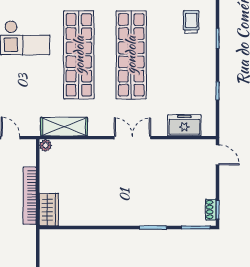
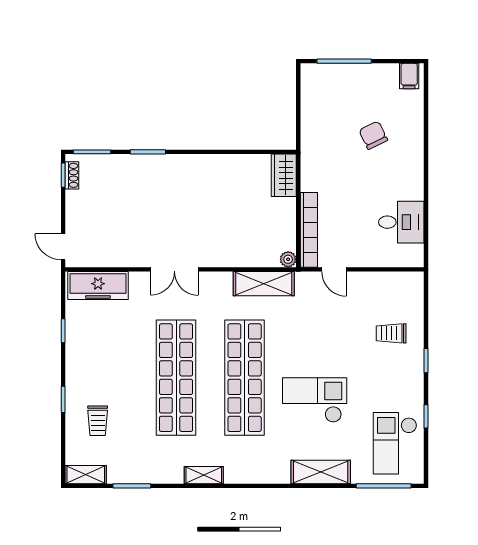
freezer: (184, 125) -> (98, 286), width x1.40
bookcase: (30, 196) -> (309, 230), moved

